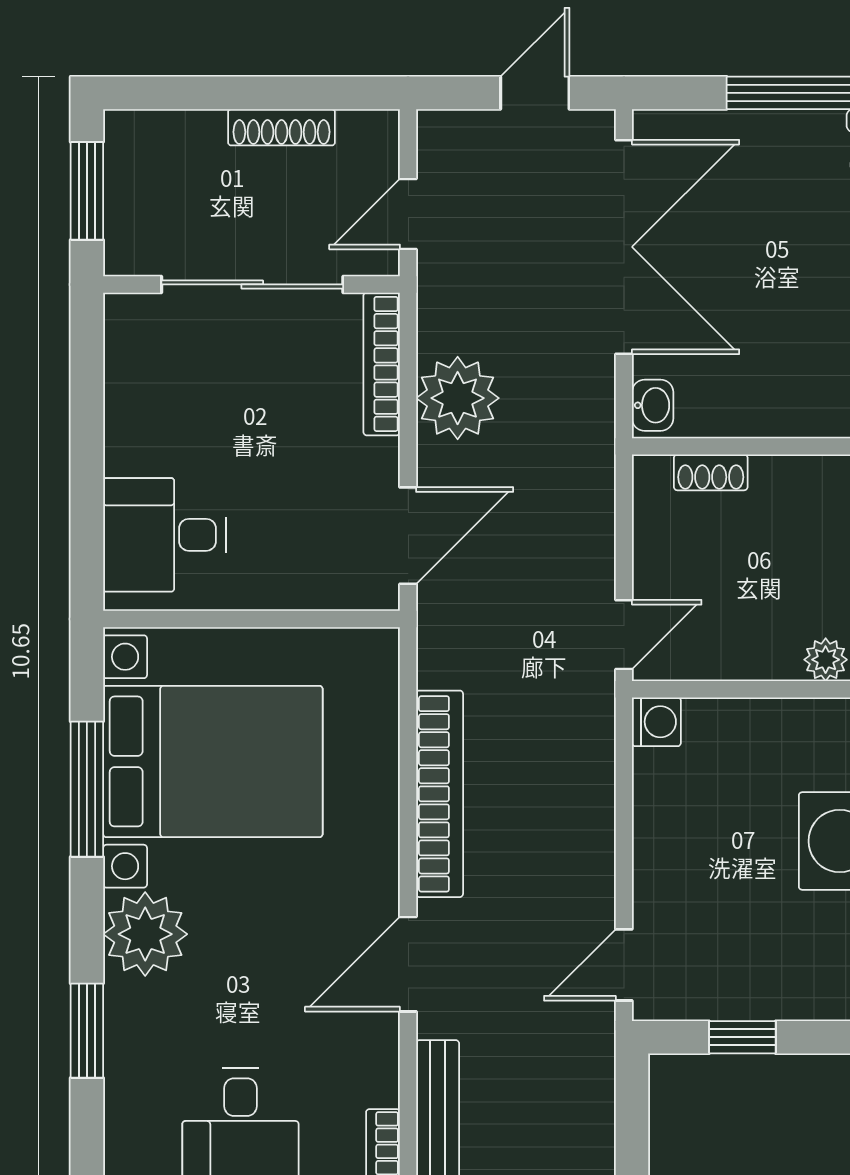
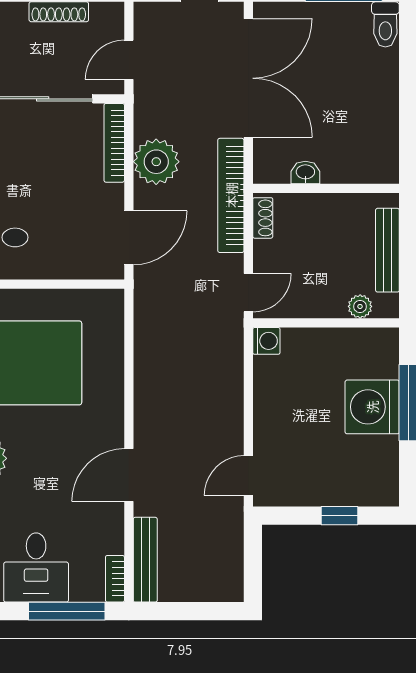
washbasin: (653, 405) -> (305, 173), moved, turned -90
shoe rack: (711, 472) -> (263, 218), moved, turned -90
bookcase: (440, 794) -> (231, 195), moved, turned 180
window: (742, 1037) -> (339, 516), moved

